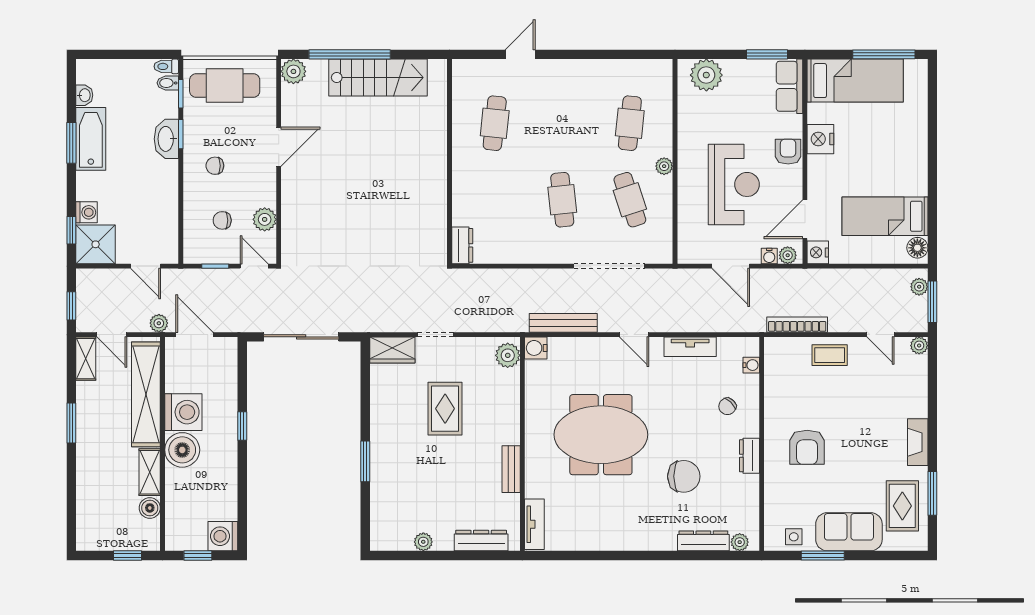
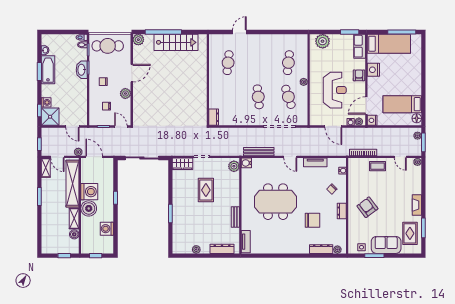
plant: (265, 219) -> (125, 94), moved
armchair: (807, 447) -> (367, 207), turned 143
washing machine: (223, 536) -> (107, 229), moved

